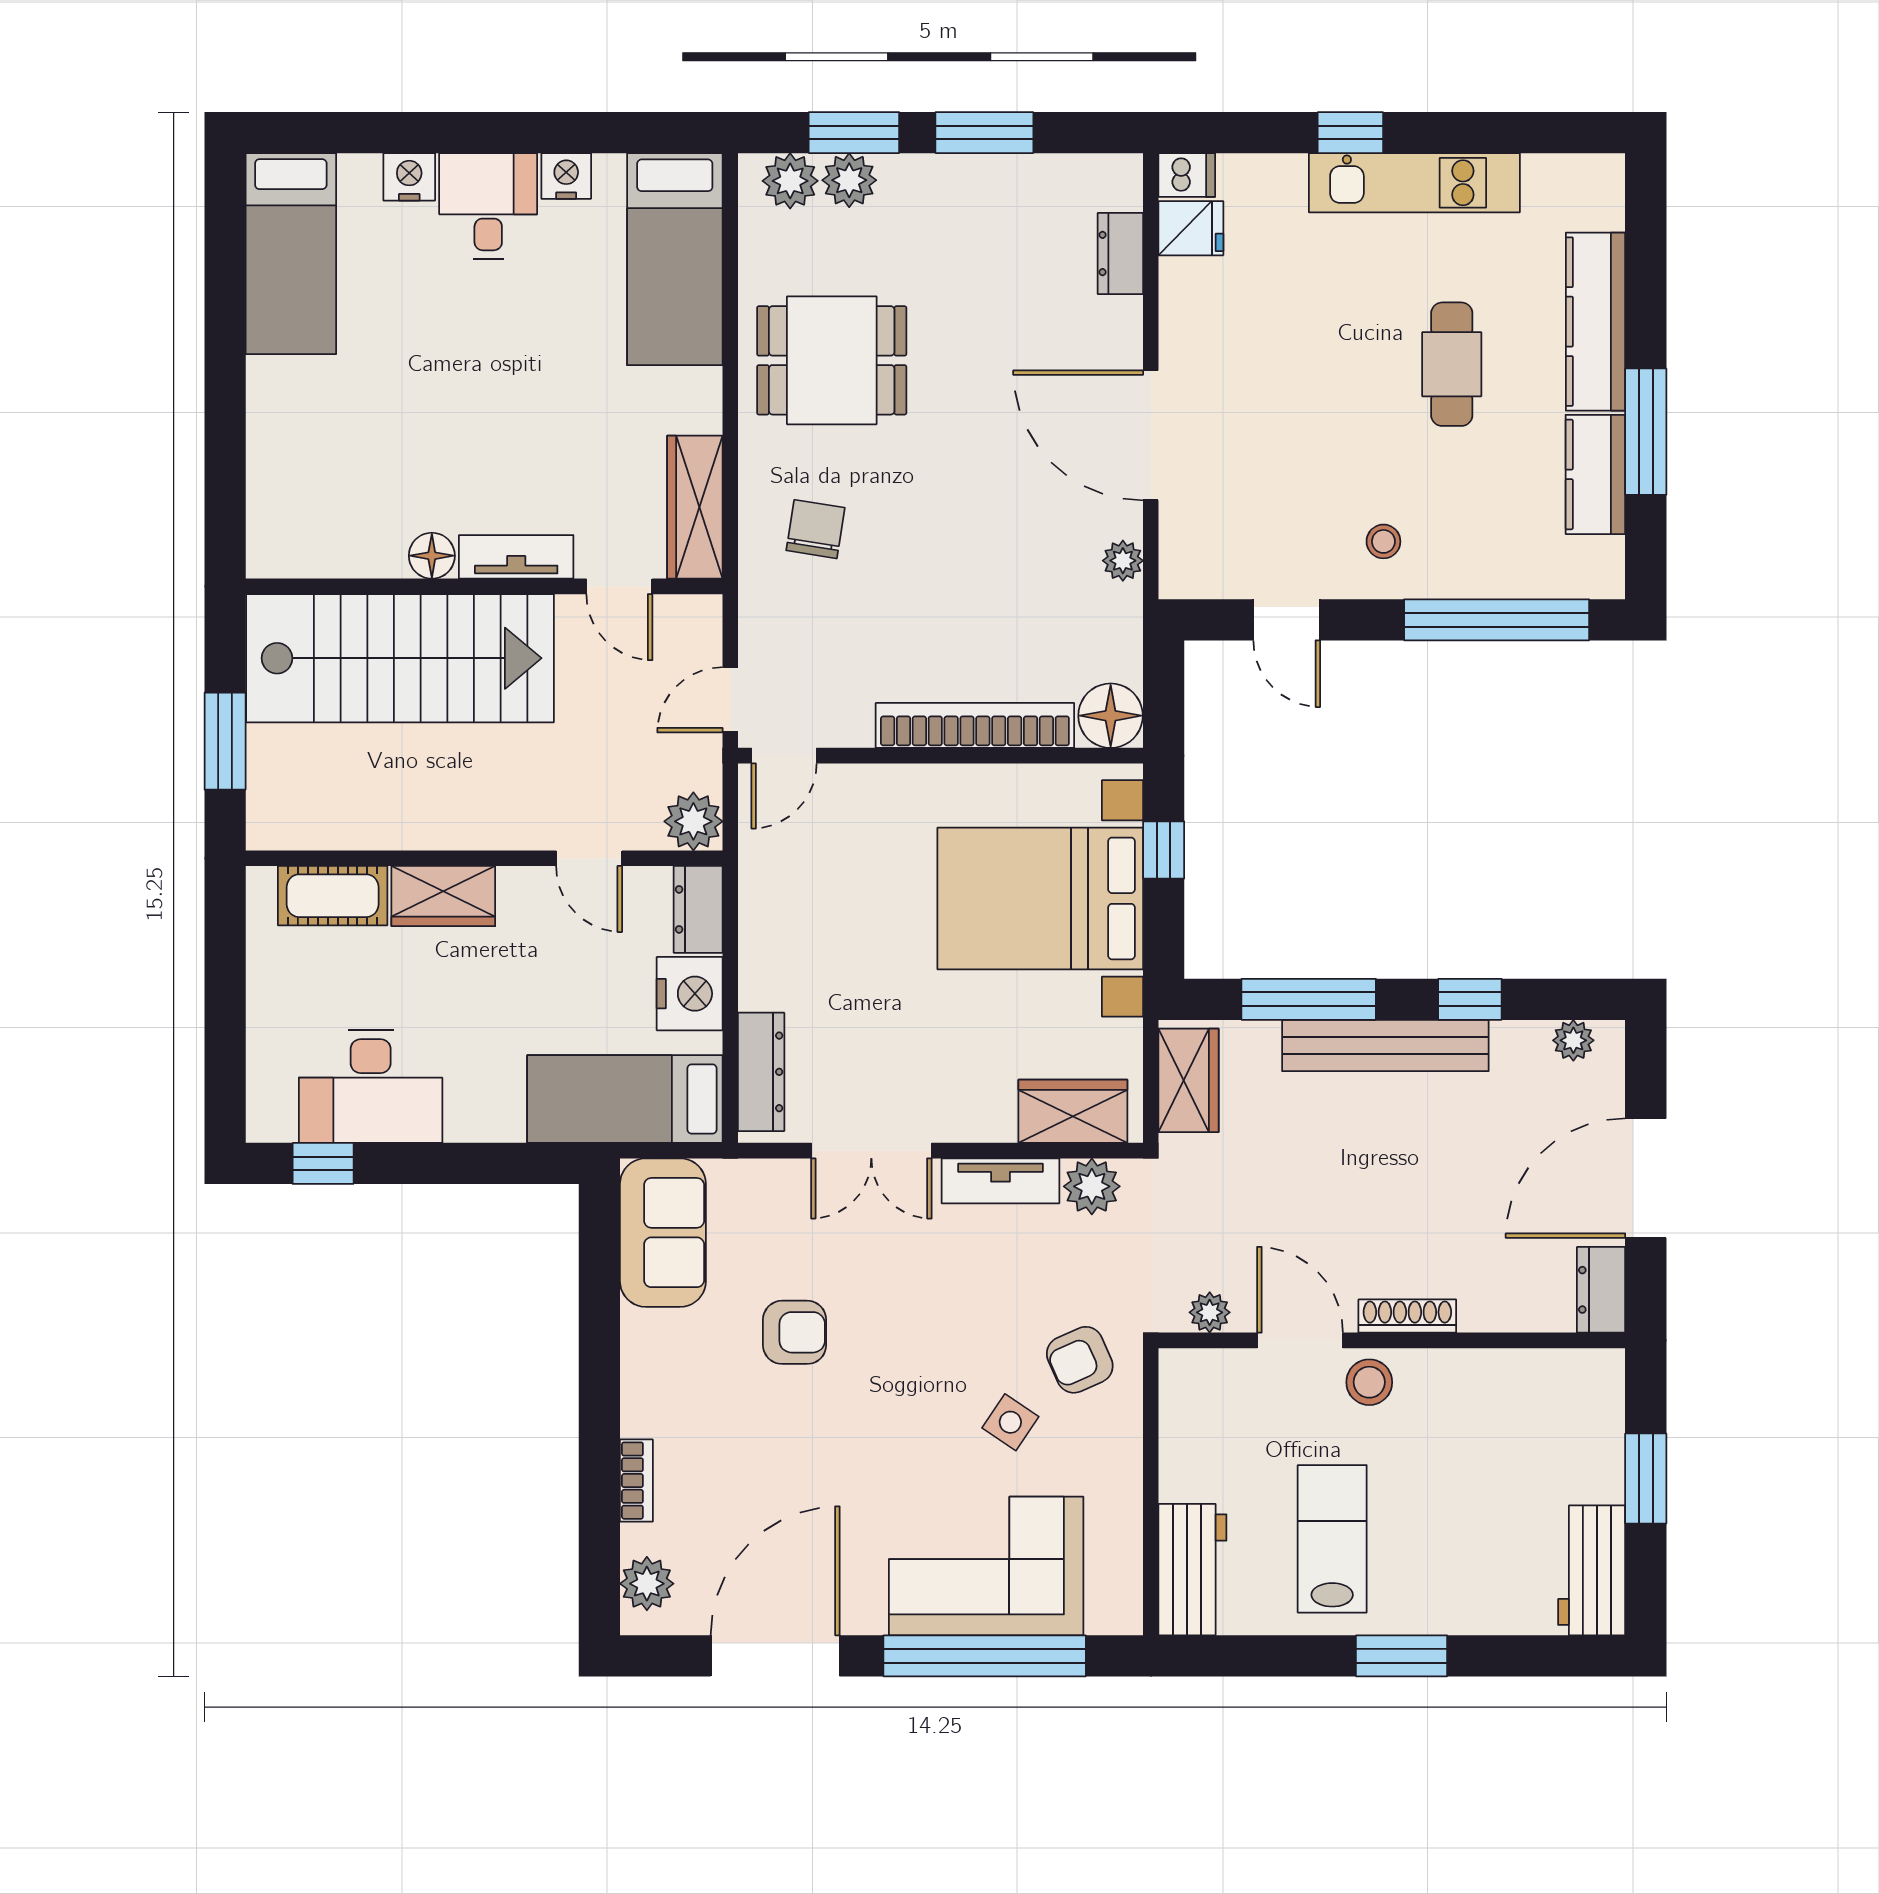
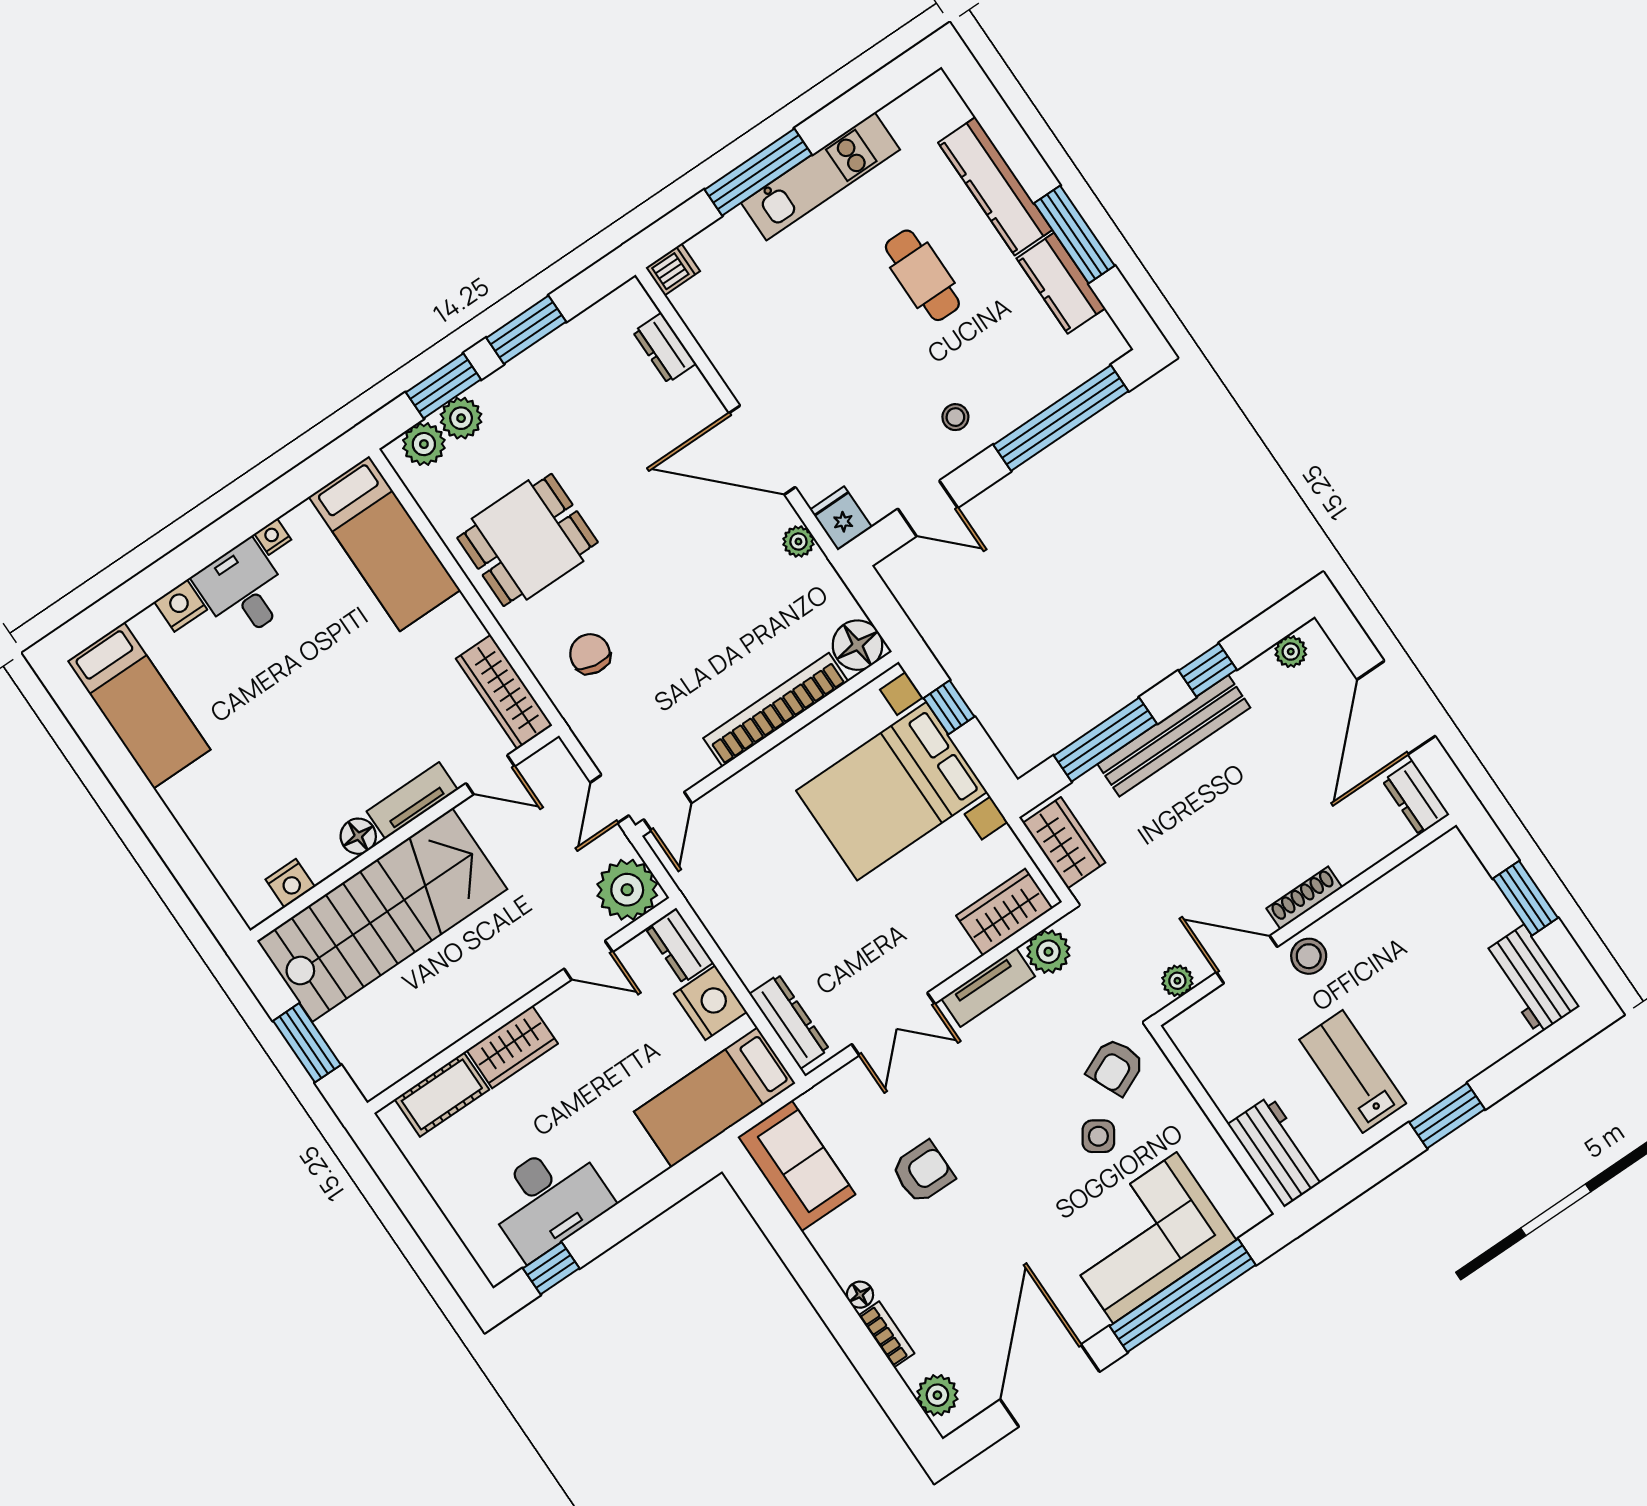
window: (1350, 133) -> (758, 172), width x2.17
nightstand: (566, 176) -> (273, 537), width x0.72, depth x0.74
fridge: (1191, 228) -> (841, 518), moved, turned -90
nightstand: (324, 557) -> (290, 883), added
plant: (693, 821) -> (627, 890), width x1.36, depth x1.36
floor lamp: (637, 1418) -> (860, 1295), added

